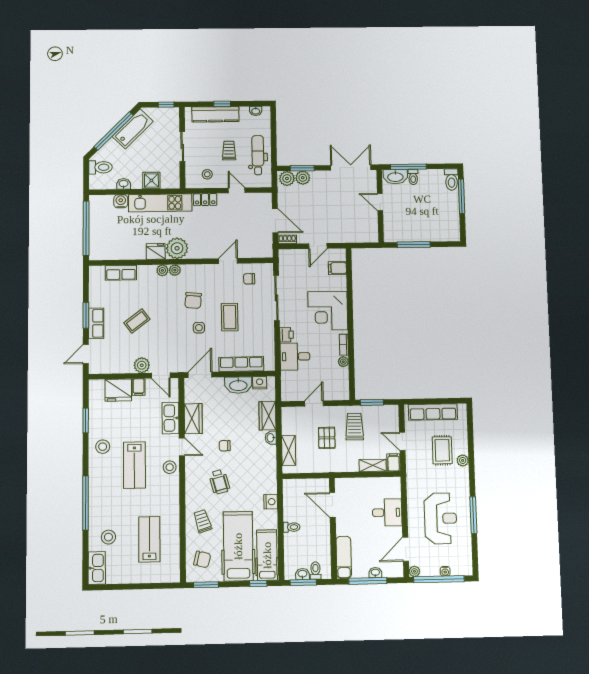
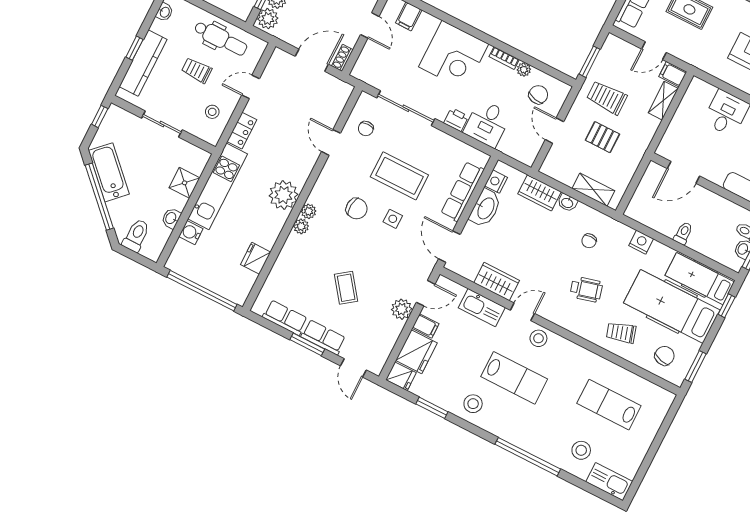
dental chair: (258, 155) -> (221, 38), turned 180
fridge: (156, 251) -> (256, 258), moved
row of seats: (121, 273) -> (285, 318), moved, turned -90
coffee table: (230, 317) -> (399, 176), width x1.36, depth x1.32
chair: (332, 380) -> (538, 95), added
fridge: (96, 389) -> (401, 376), added
chair: (225, 446) -> (589, 241), moved

